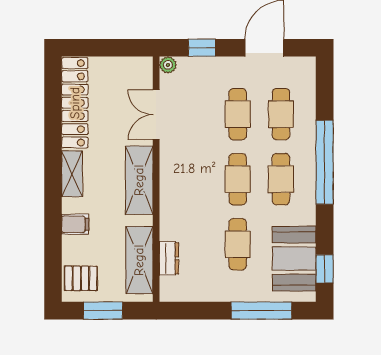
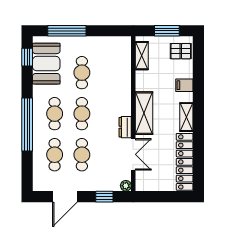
dresser: (169, 258) -> (125, 127), moved
shelving: (139, 260) -> (142, 56), width x0.67, depth x0.75

